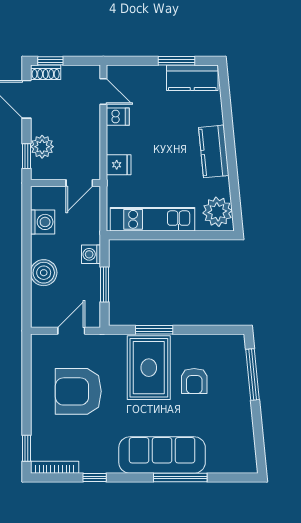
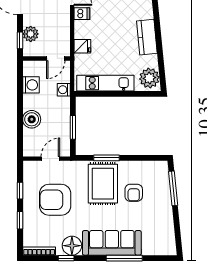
washing machine: (91, 254) -> (64, 90), moved
window: (26, 378) -> (20, 191), added
window: (26, 448) -> (20, 220), moved
floor lamp: (103, 459) -> (72, 246), added

